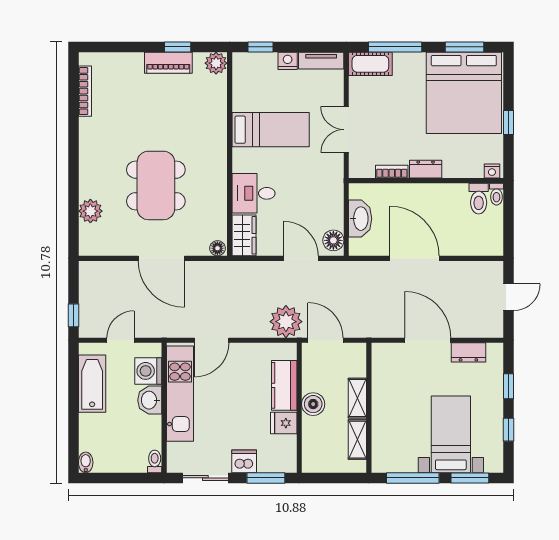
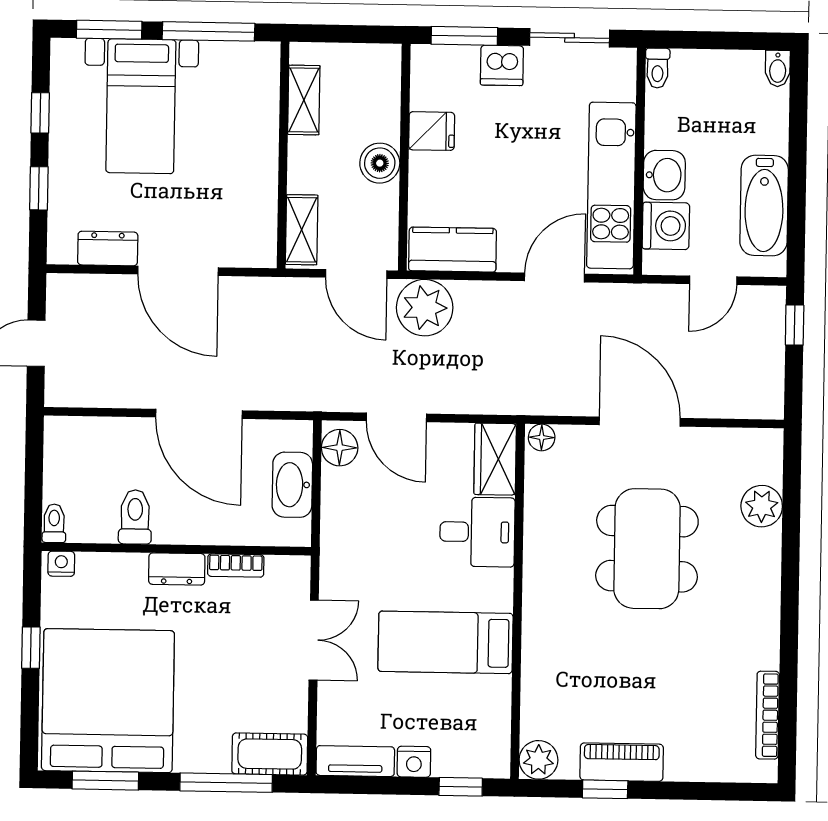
toilet: (479, 199) -> (135, 517), moved
kitchen counter: (284, 385) -> (453, 250), moved, turned -90
shelving: (357, 398) -> (302, 230), moved

